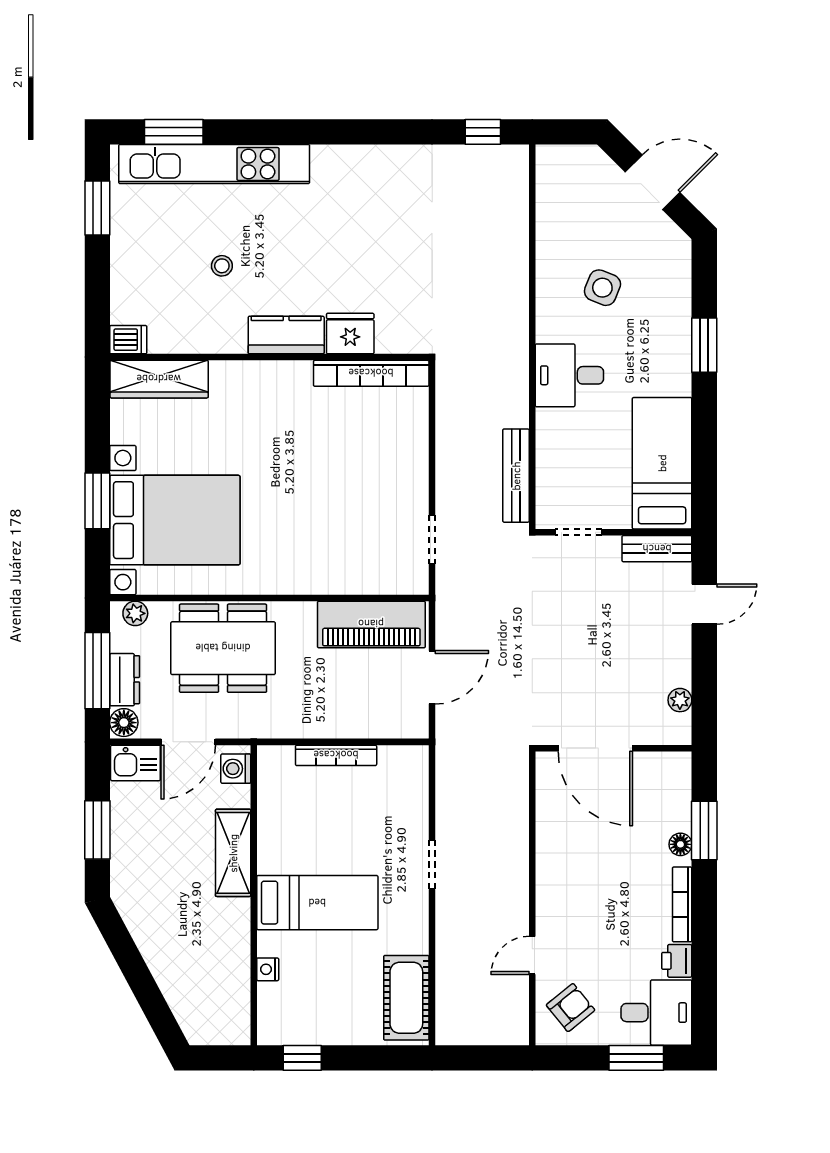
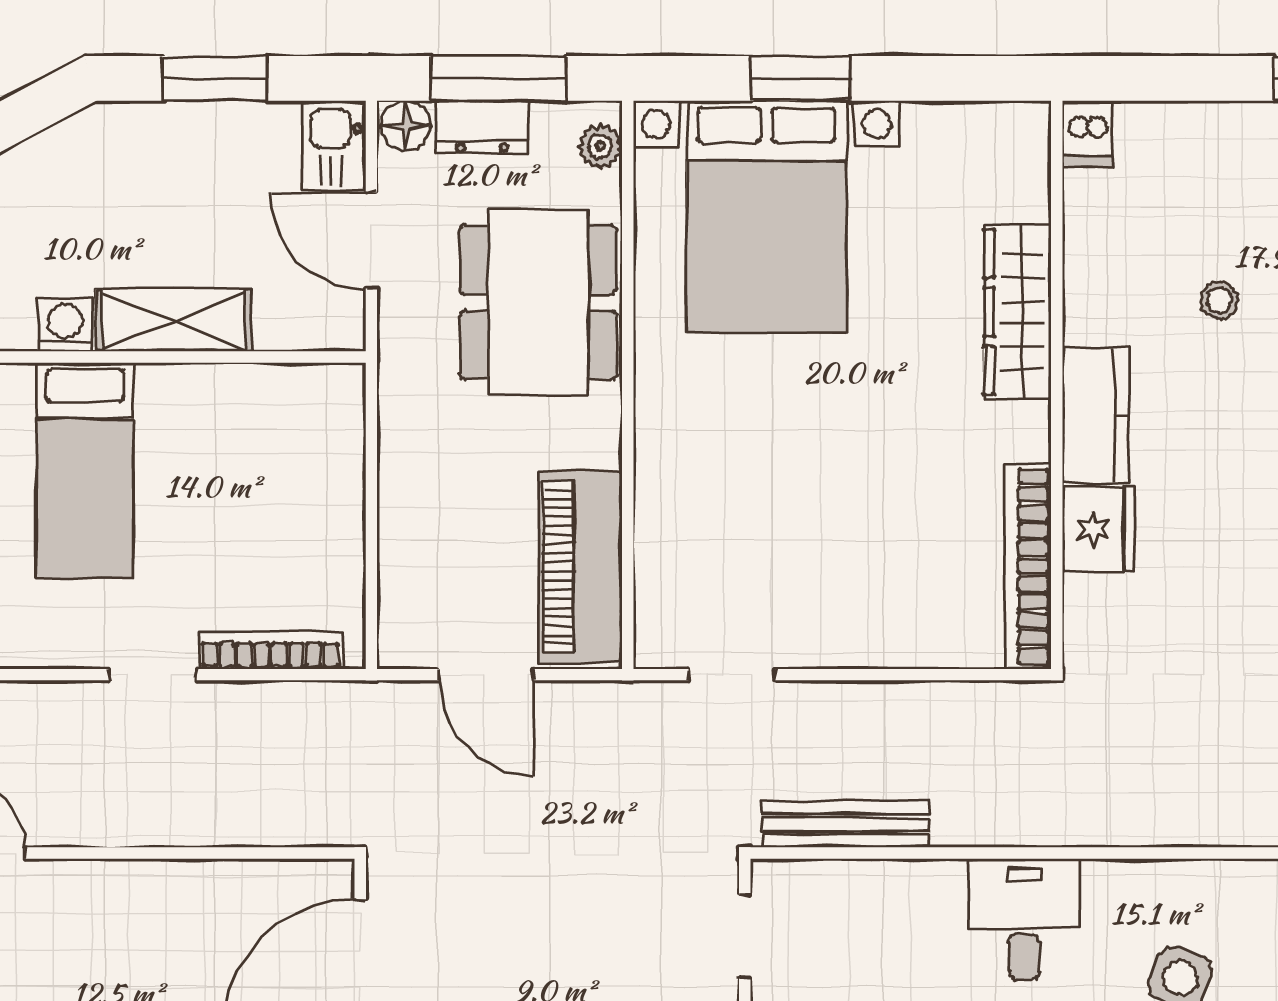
wardrobe: (159, 379) -> (1017, 312), moved
bookcase: (336, 755) -> (270, 651), moved, turned 90
washing machine: (236, 769) -> (65, 325), moved

